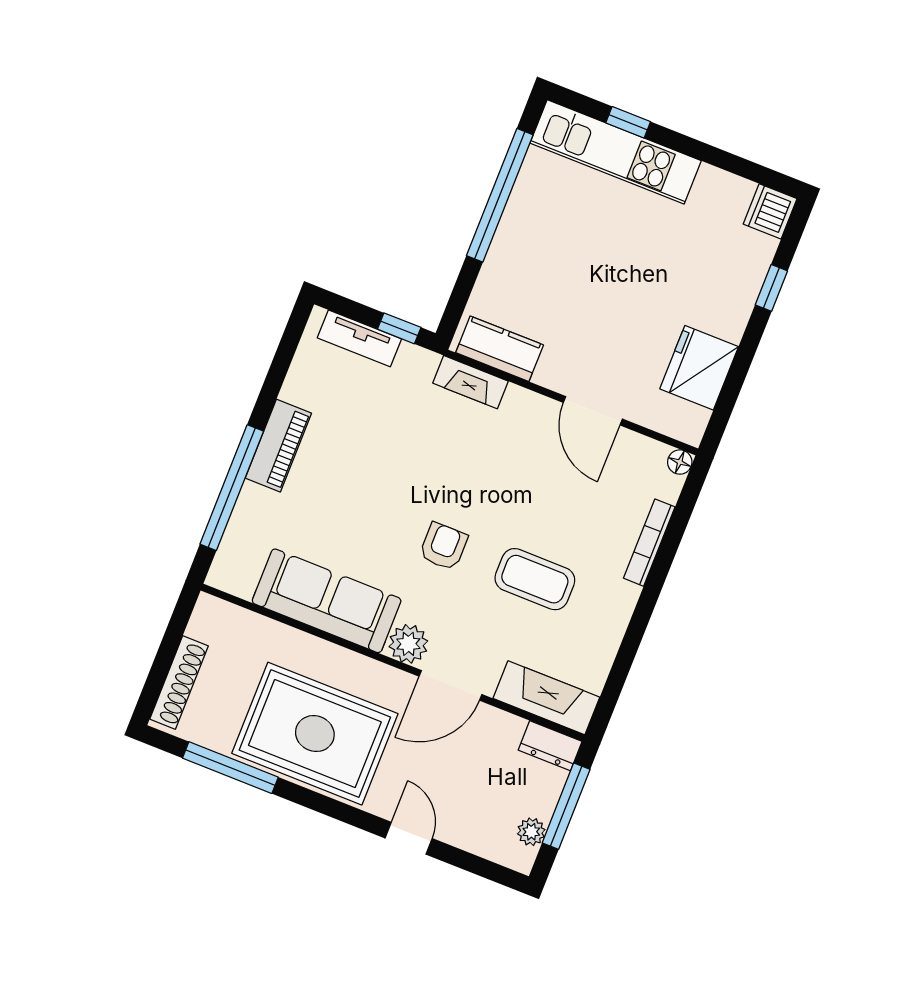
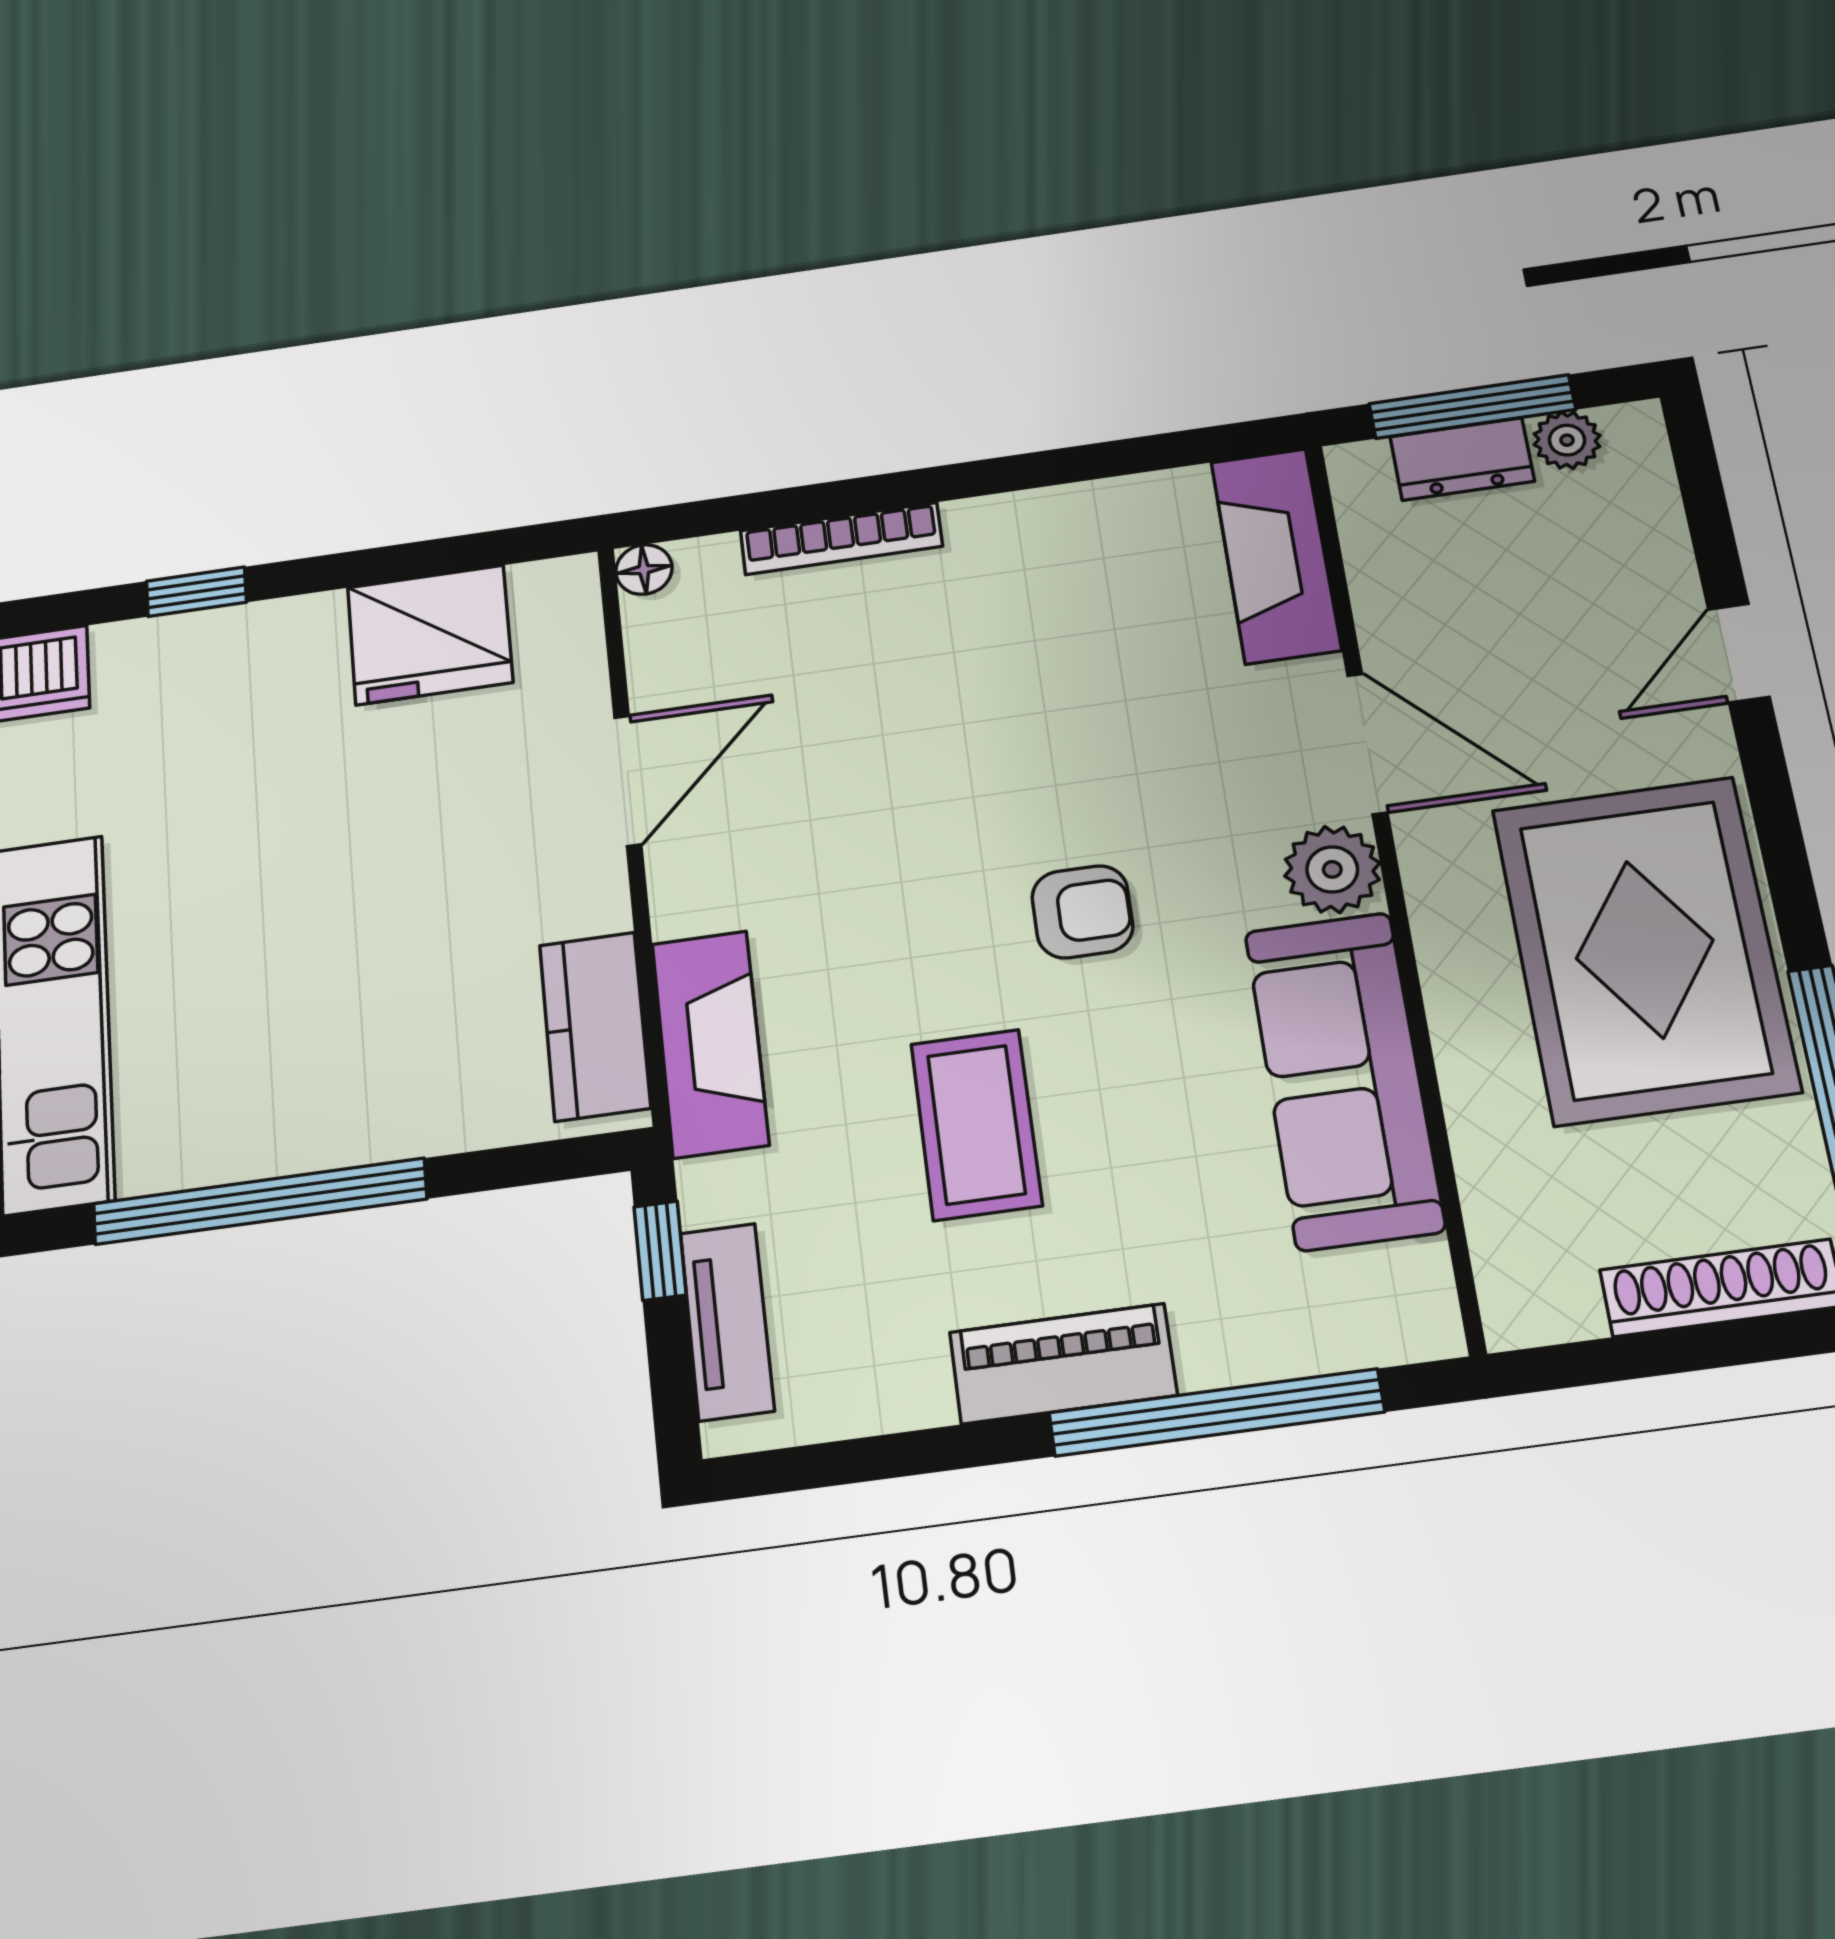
fireplace: (470, 382) -> (710, 1044), width x1.37, depth x1.32
armchair: (443, 546) -> (1082, 912), turned 180
coffee table: (535, 579) -> (976, 1125), moved
dresser: (550, 746) -> (1462, 459), moved, turned 90

